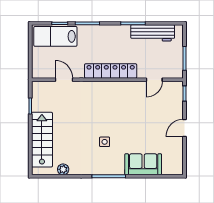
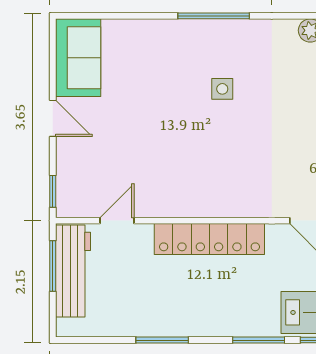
workbench: (153, 33) -> (73, 271), moved, turned 90
door: (184, 128) -> (53, 118), hinge flipped
sofa: (143, 164) -> (78, 58), moved, turned -90

